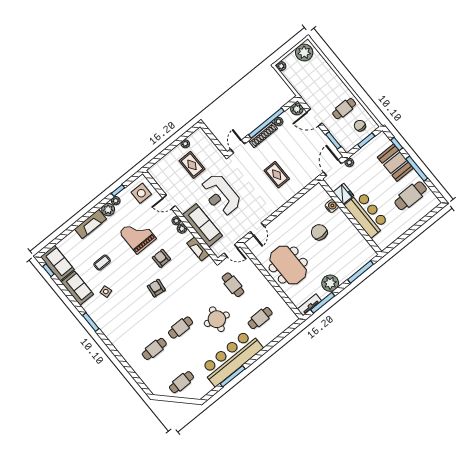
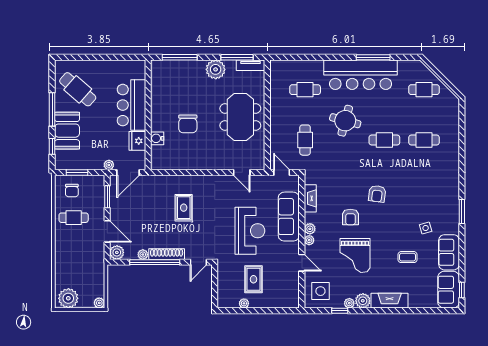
cafe table: (411, 196) -> (78, 89), turned 41
door: (257, 229) -> (242, 172), swing flipped

